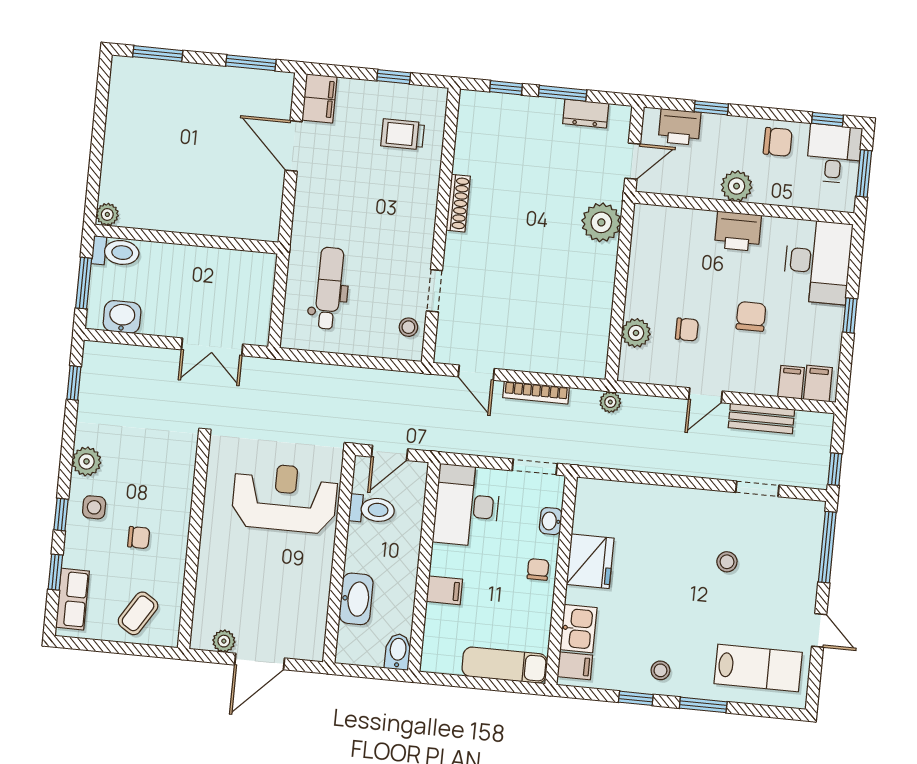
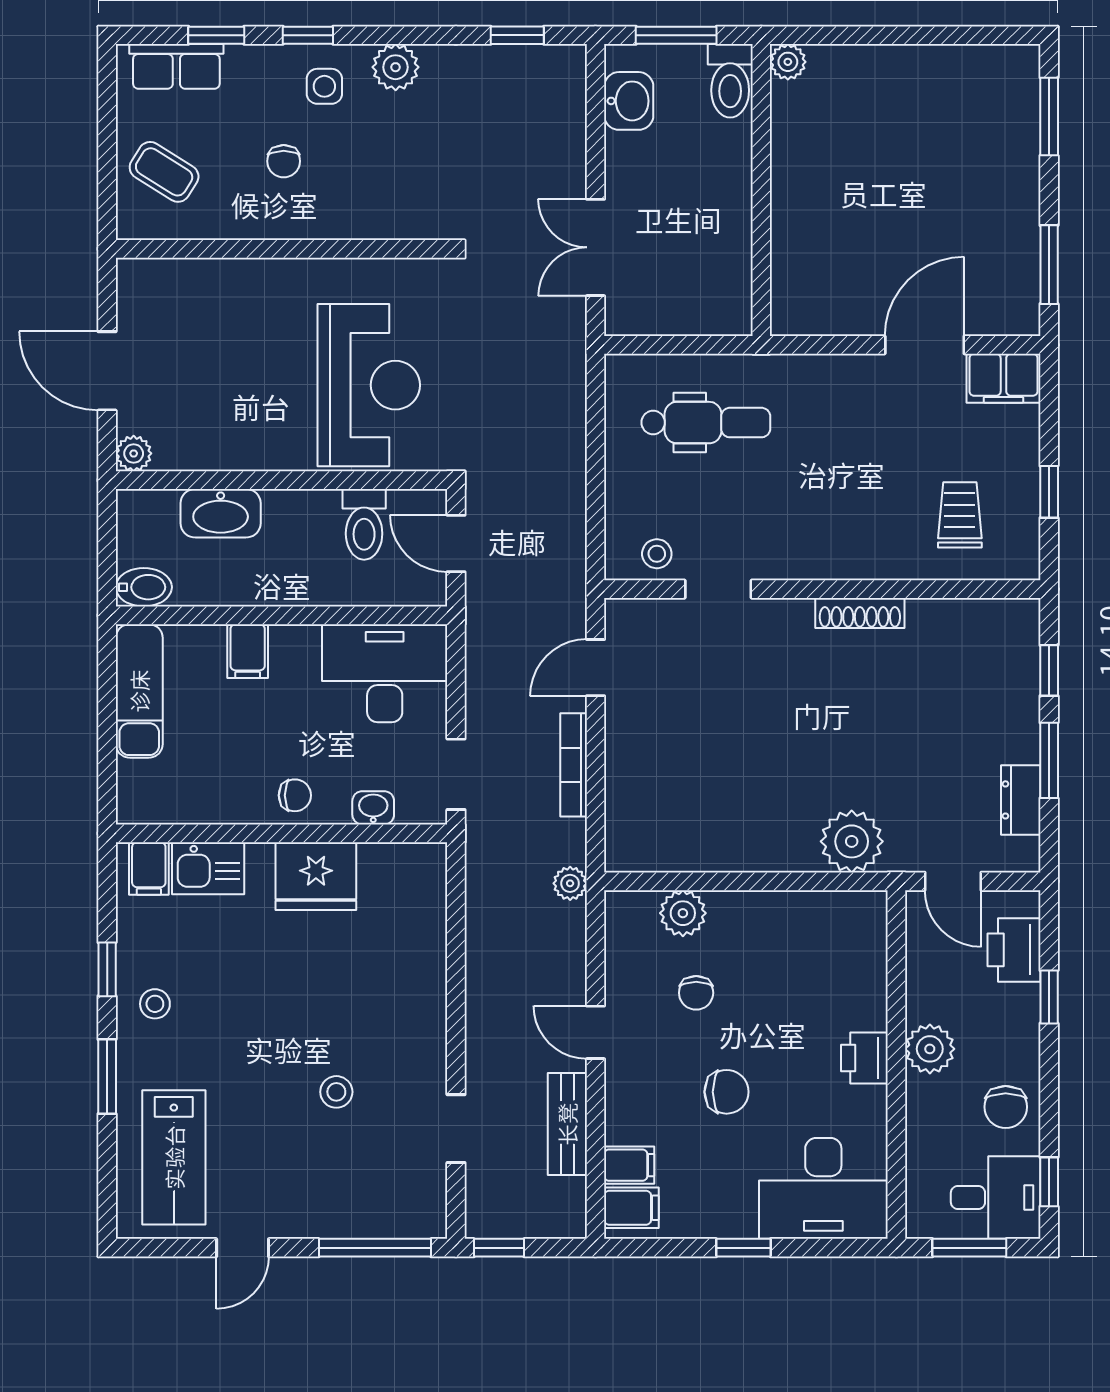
printer: (738, 231) -> (864, 1058), width x0.73, depth x0.81
plant: (224, 641) -> (134, 453), moved
exam couch: (505, 665) -> (139, 691), moved

